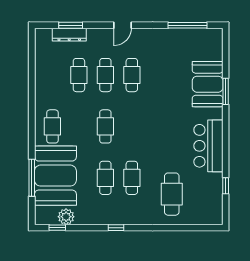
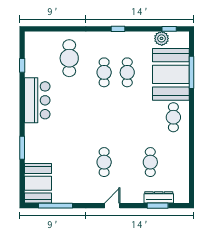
cafe table: (105, 75) -> (127, 162), removed
booth: (208, 84) -> (38, 183), moved
cafe table: (105, 126) -> (127, 117), removed

